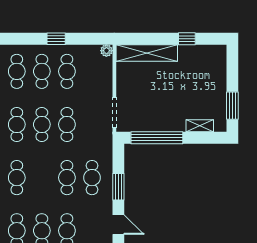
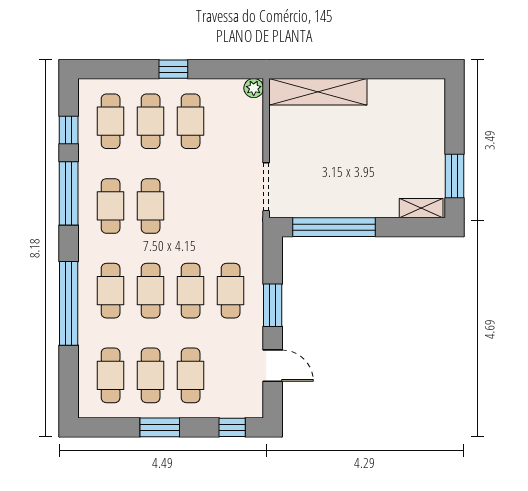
window: (187, 39) -> (382, 69), removed
cafe table: (67, 124) -> (151, 291), moved
shelving: (200, 126) -> (421, 208), moved

